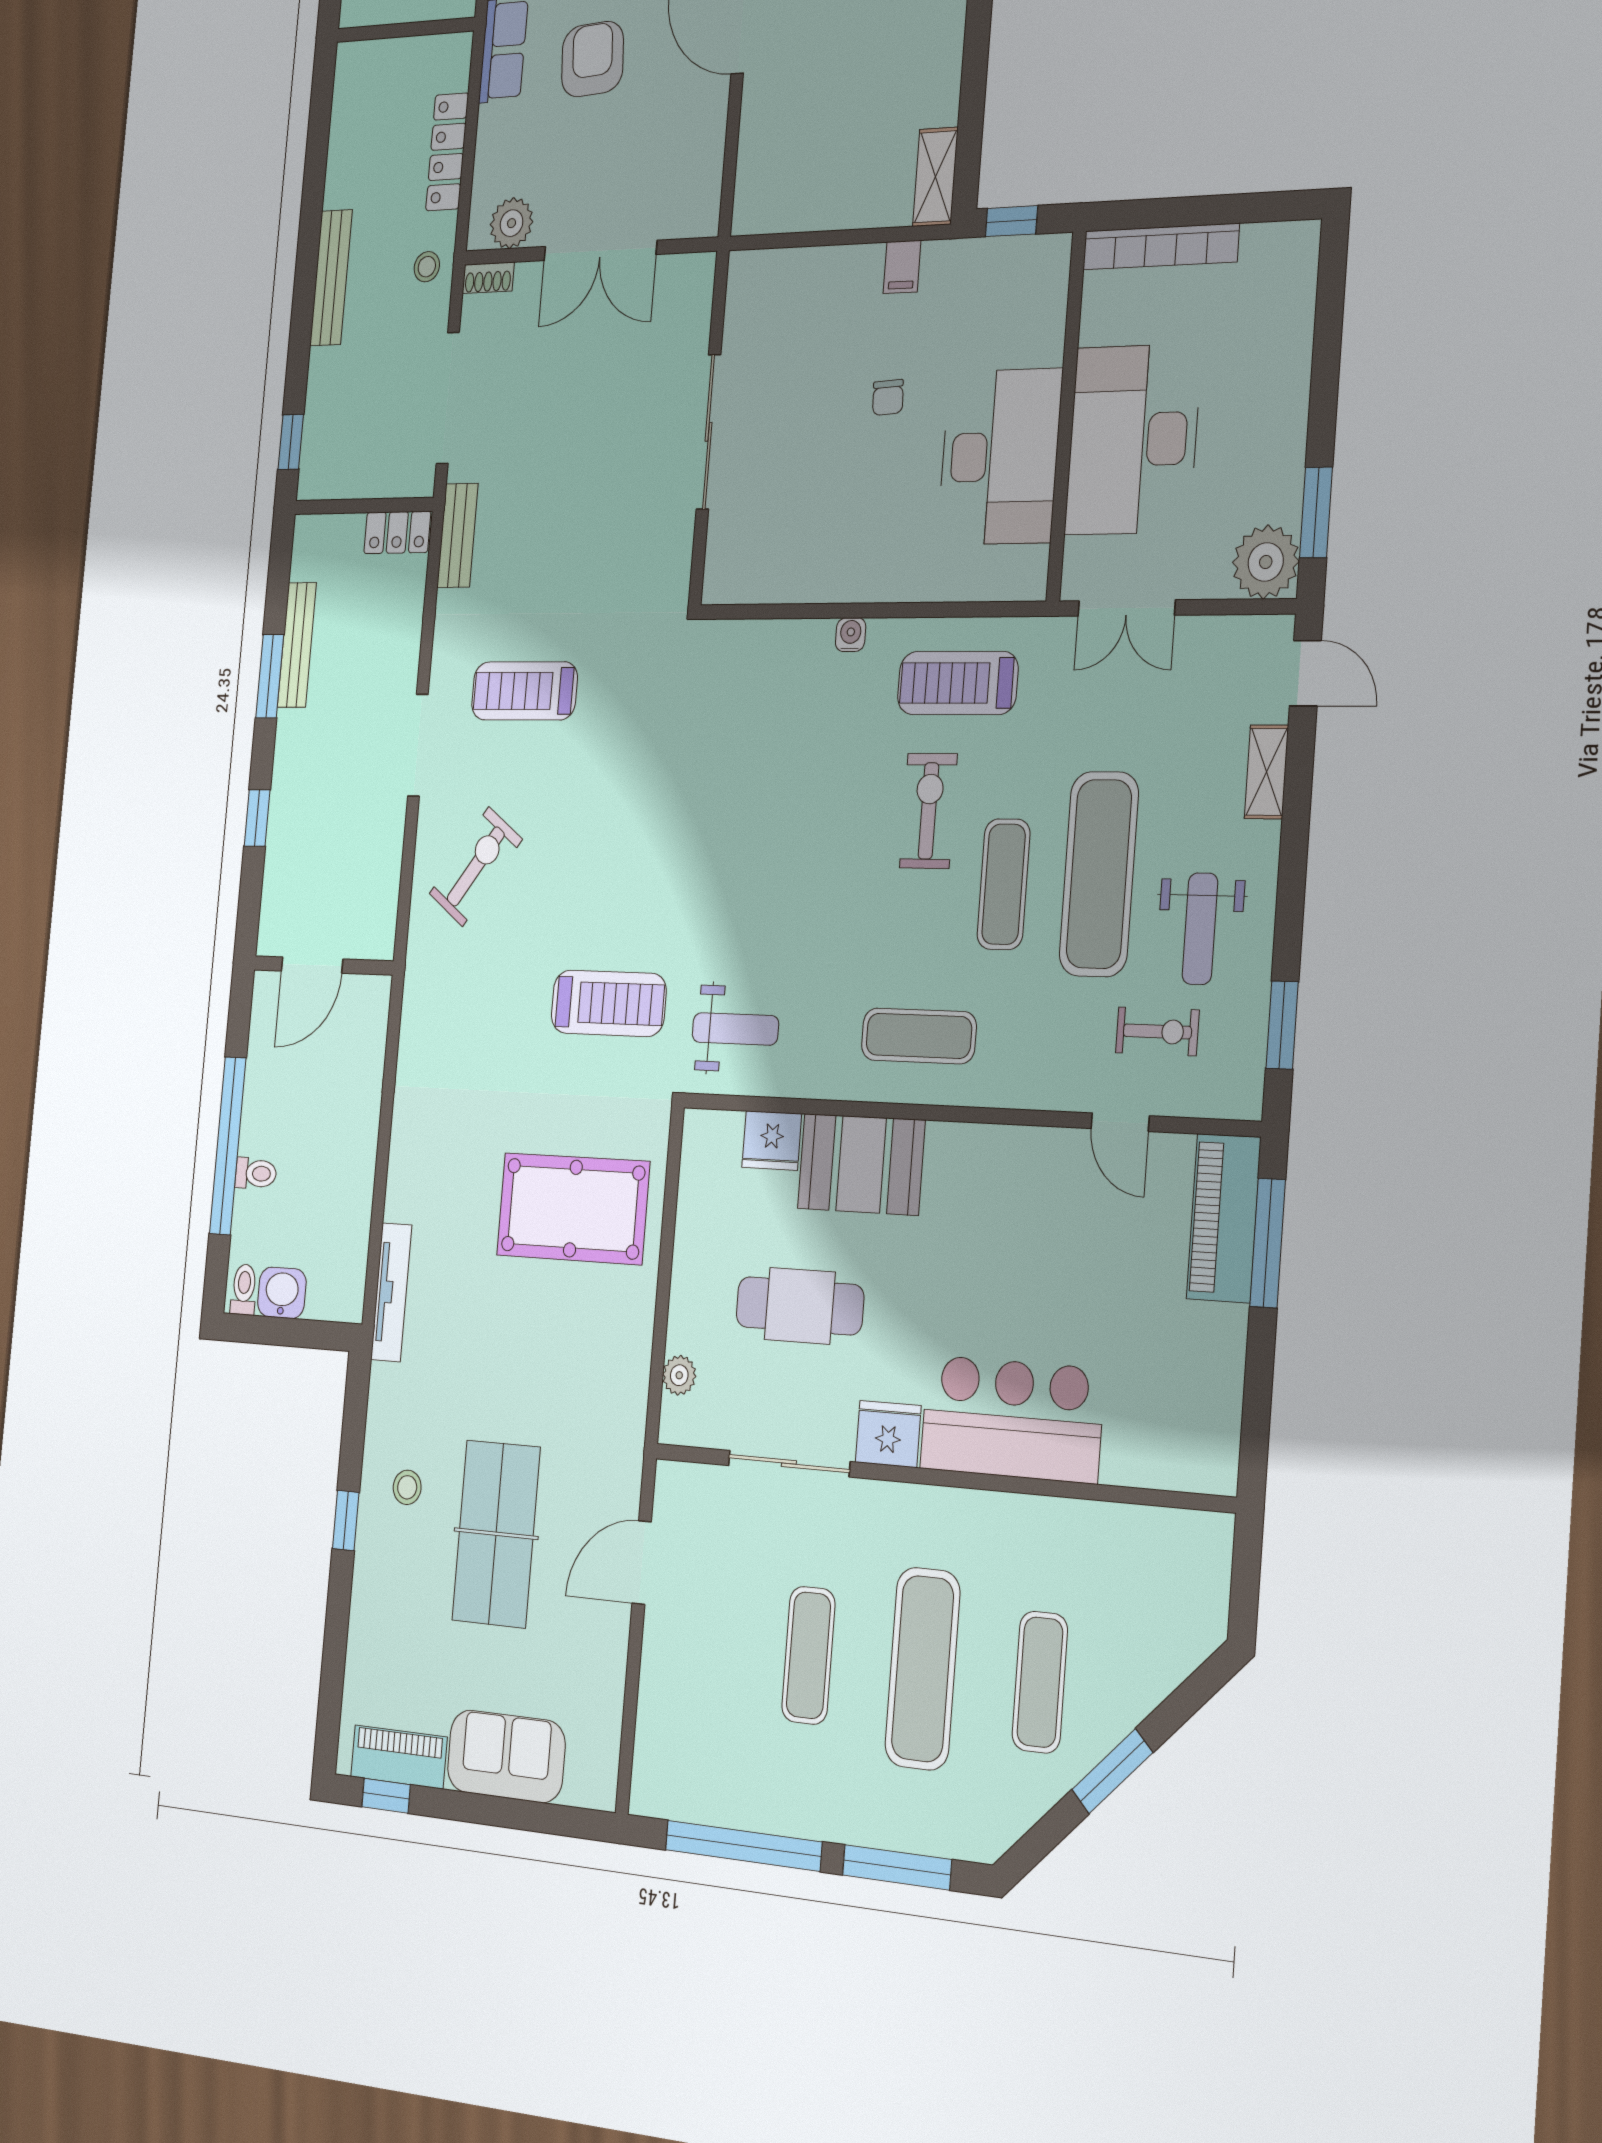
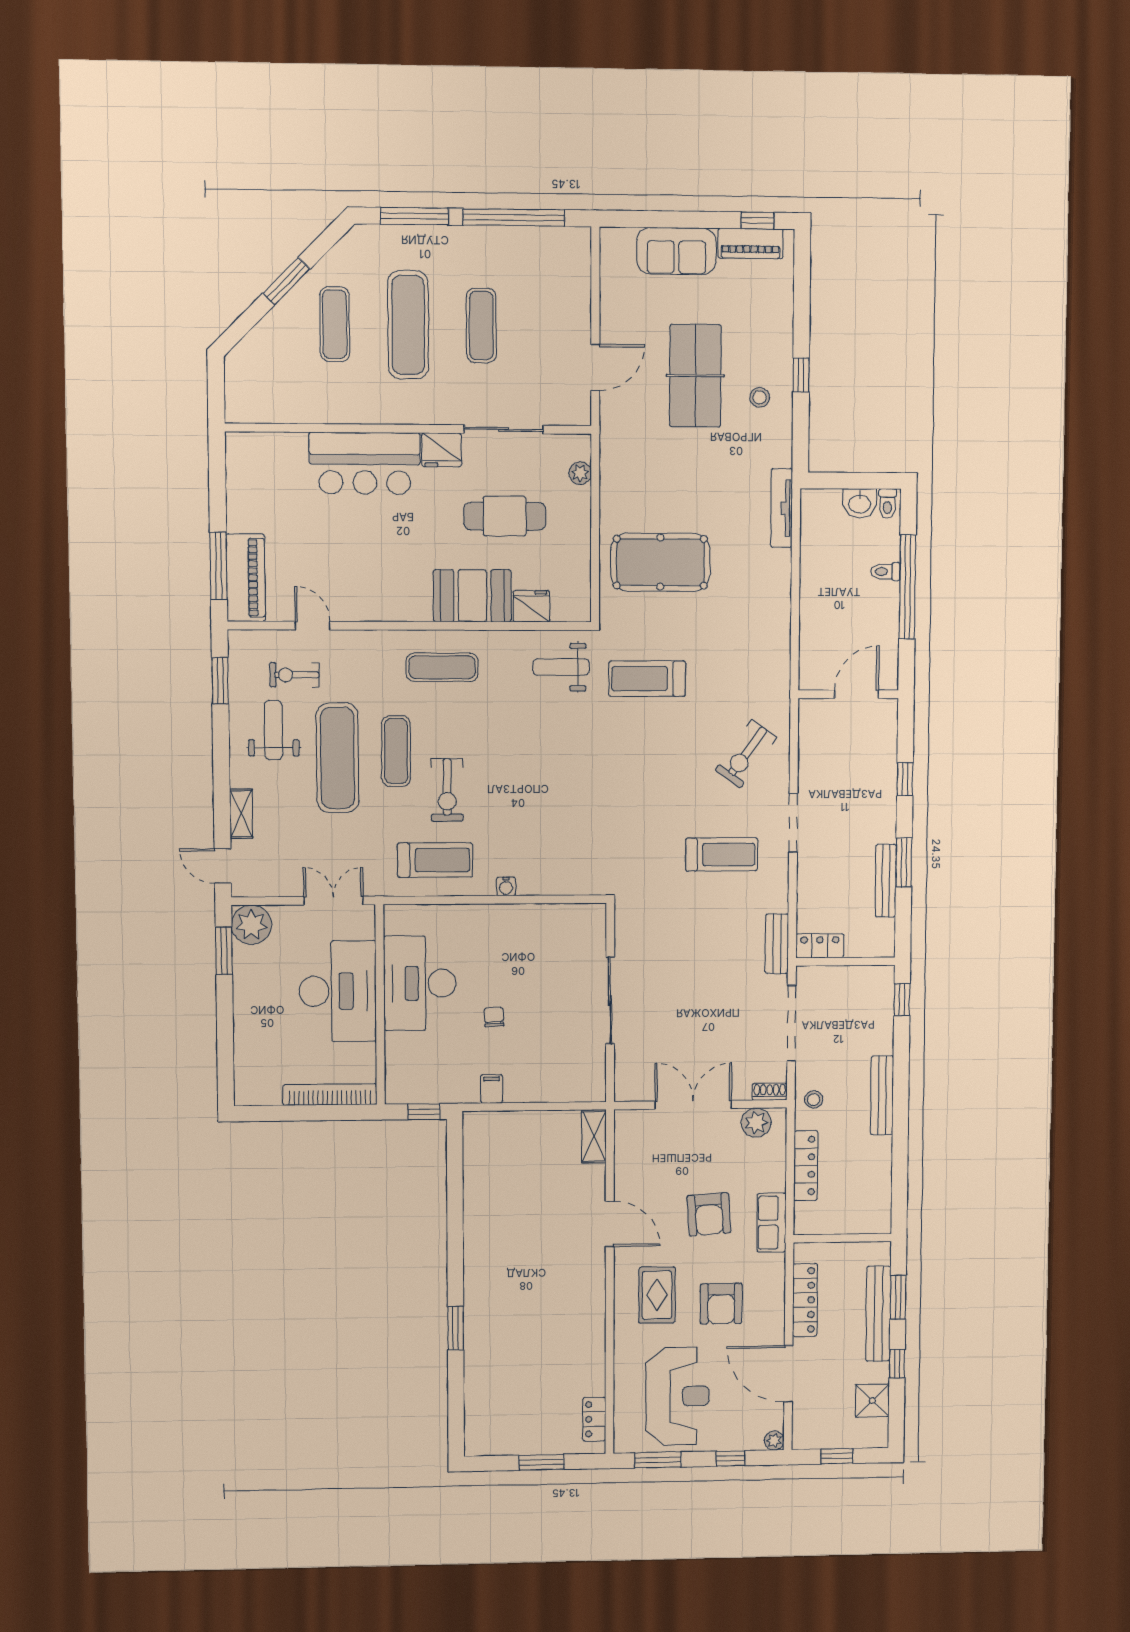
shelving: (935, 177) -> (594, 1136), moved

